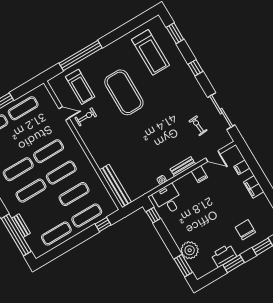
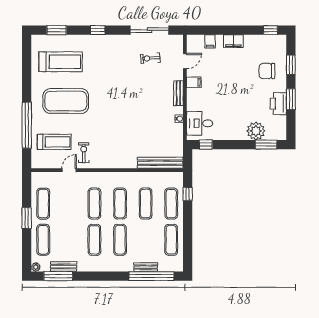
exercise mat: (124, 92) -> (66, 101), moved

